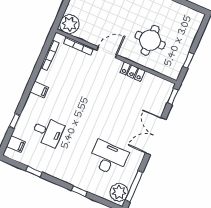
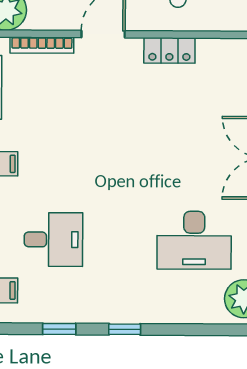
desk: (108, 158) -> (194, 240), turned 180
window: (79, 191) -> (125, 329), moved

